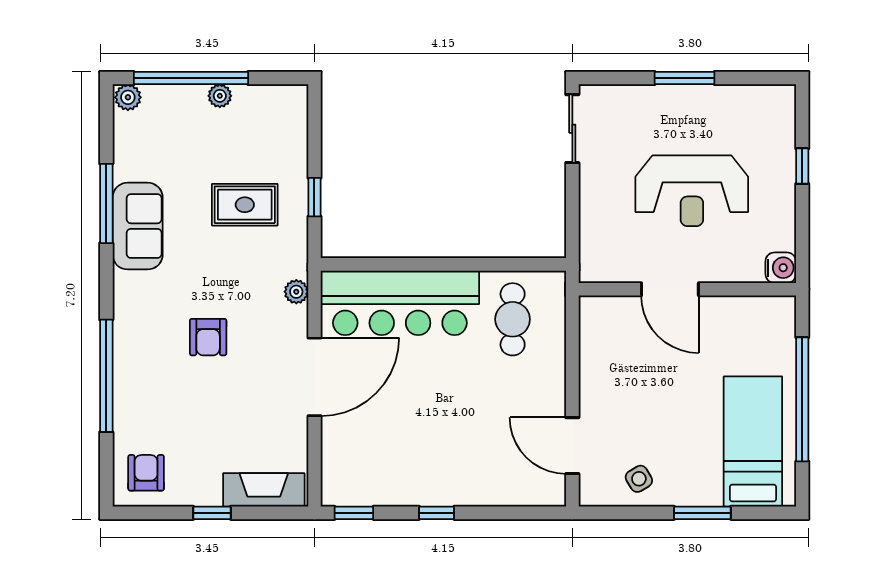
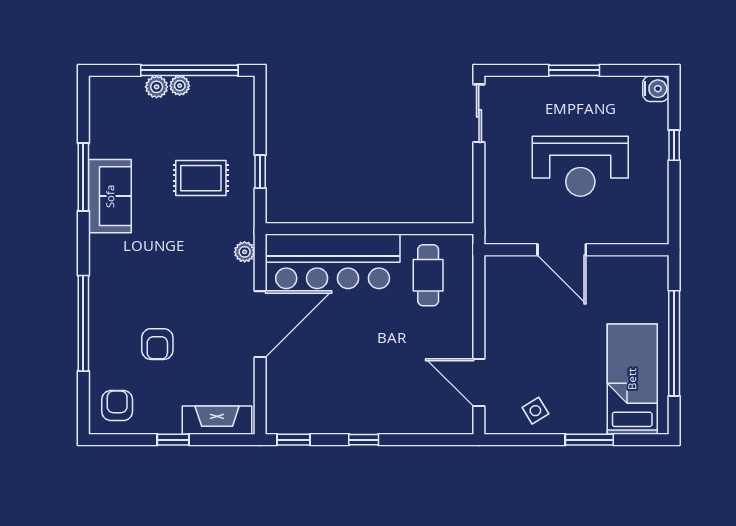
window: (191, 78) -> (189, 70), moved
plant: (128, 97) -> (157, 87), moved
water cooler: (781, 268) -> (656, 89), moved
armchair: (208, 337) -> (157, 344), moved

